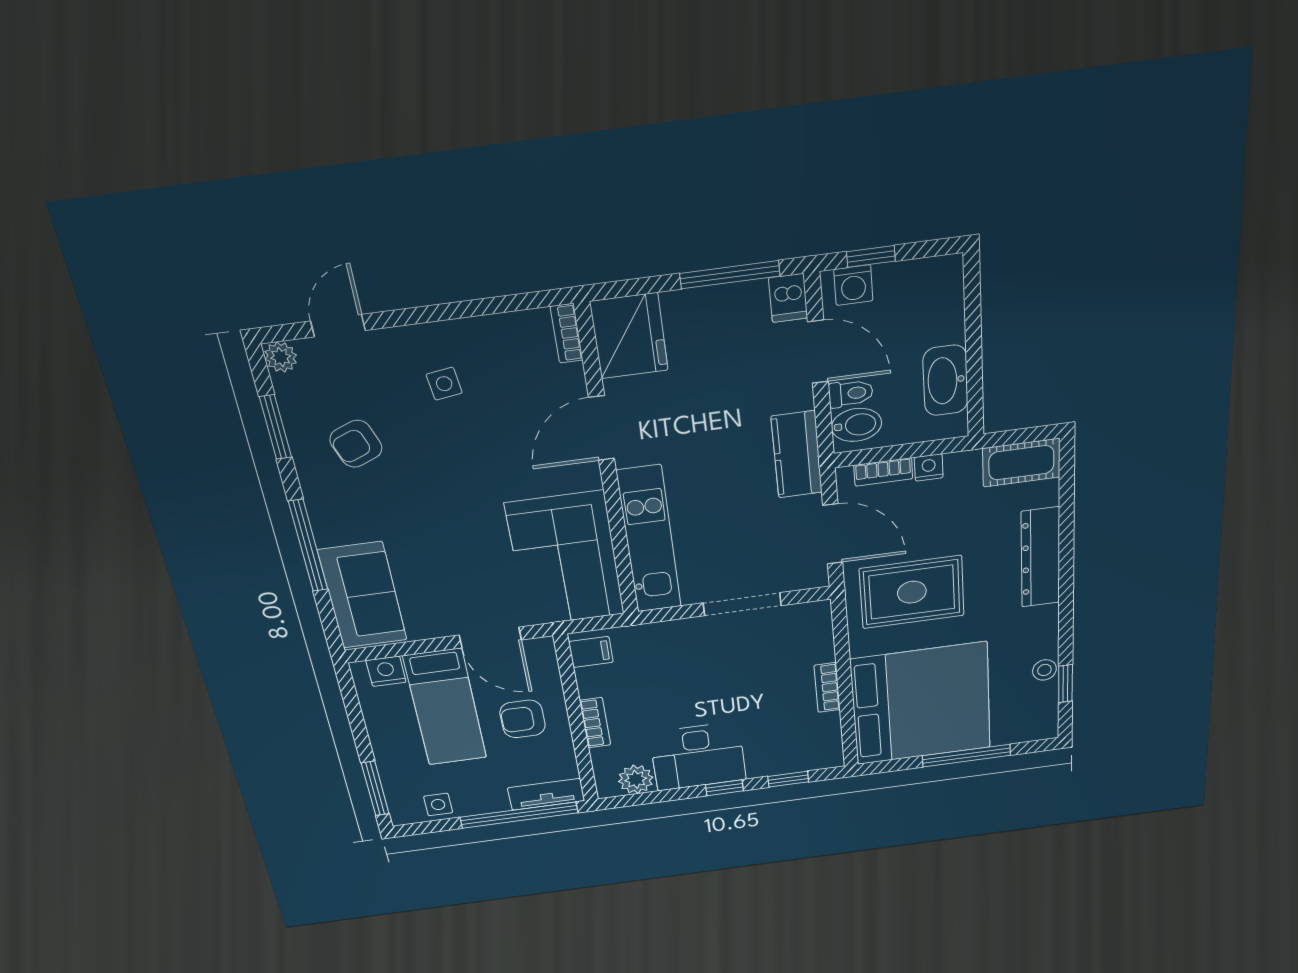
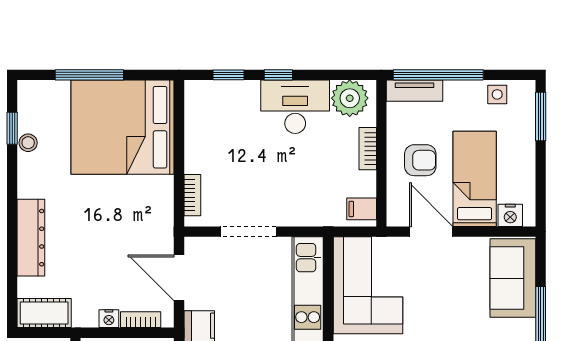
rug: (912, 592) -> (125, 223), removed
bookcase: (827, 688) -> (192, 195), moved
plant: (636, 779) -> (350, 98), width x1.36, depth x1.36

